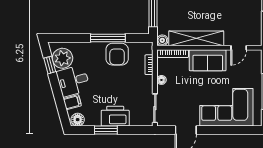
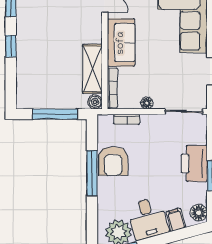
shelving: (196, 38) -> (92, 69), width x0.68
armchair: (117, 54) -> (113, 161), turned 90

